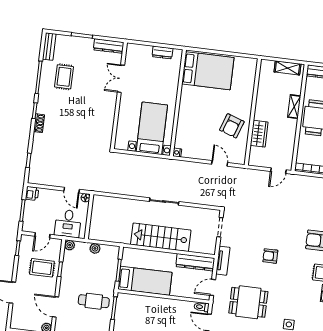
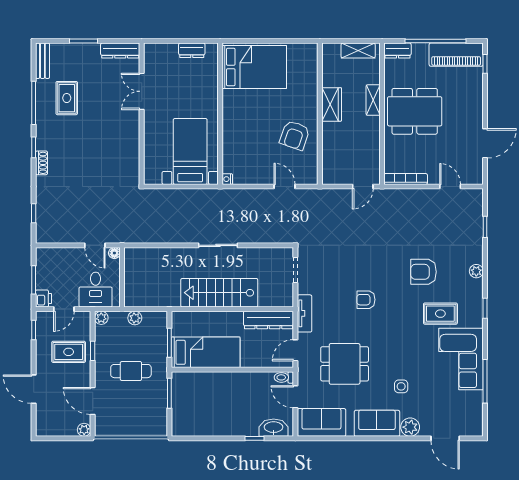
wardrobe: (259, 134) -> (332, 104), moved
printer: (32, 193) -> (44, 299), moved
cafe table: (94, 301) -> (131, 371), moved

